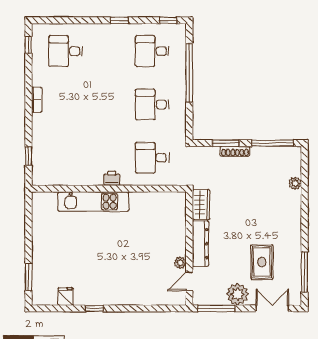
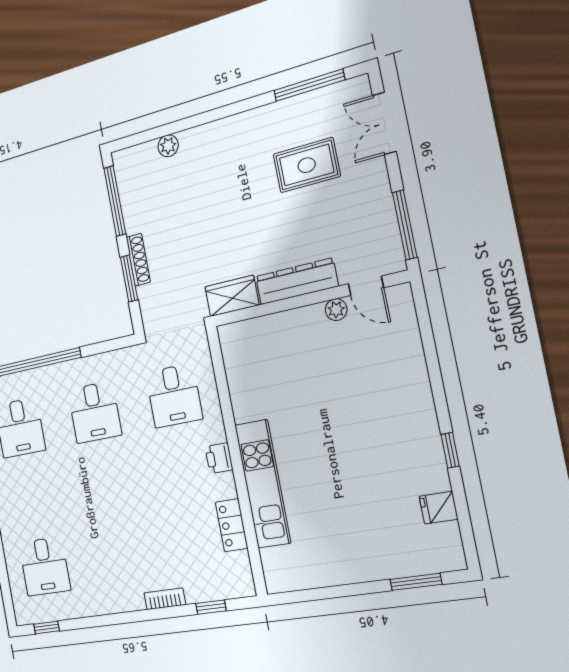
bookcase: (37, 100) -> (165, 599), moved
locker: (73, 178) -> (232, 525), added
plant: (238, 294) -> (371, 193), removed

